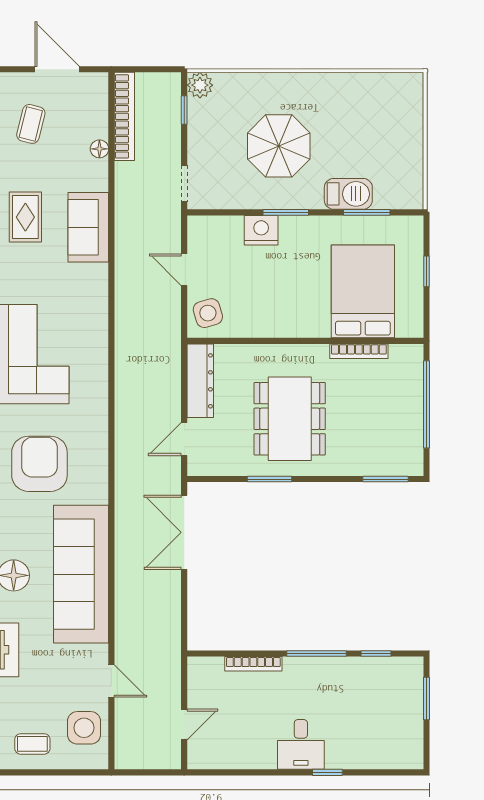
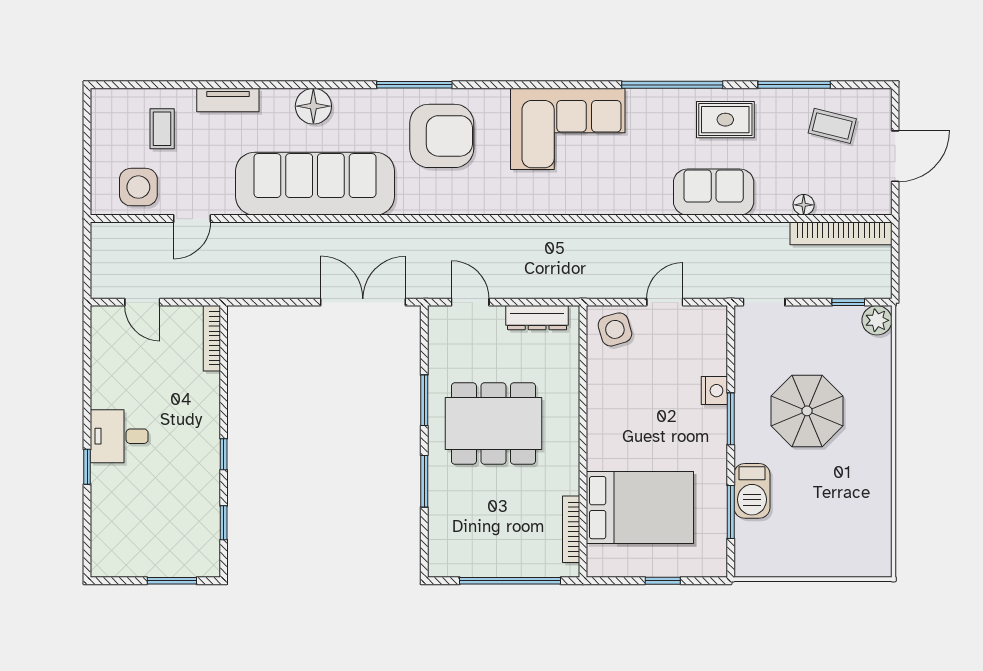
nightstand: (261, 230) -> (714, 391), width x0.74, depth x0.75
bookcase: (359, 351) -> (571, 529), moved
dresser: (200, 381) -> (537, 318), width x0.73, depth x0.80
window: (386, 479) -> (424, 481), moved
window: (316, 654) -> (224, 454), width x0.46
bookcase: (253, 664) -> (212, 338), moved
coffee table: (32, 744) -> (162, 129), moved

